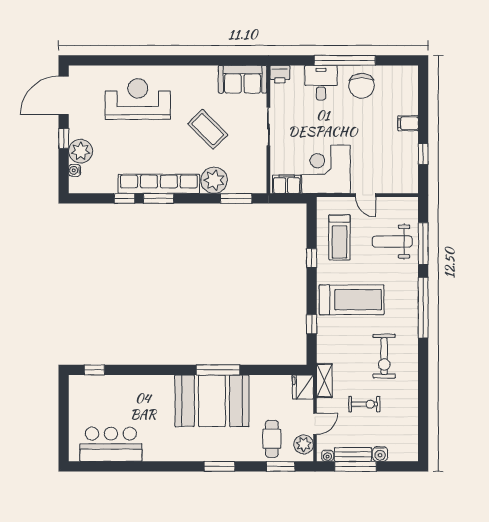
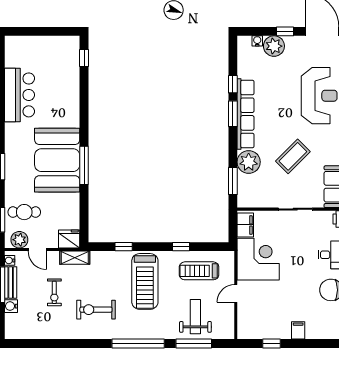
bar counter: (111, 444) -> (19, 95), moved

